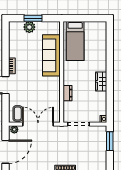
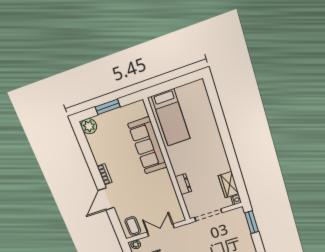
plant: (29, 27) -> (89, 126), moved
wardrobe: (101, 81) -> (229, 185), moved
double door: (38, 124) -> (161, 230), width x0.73

